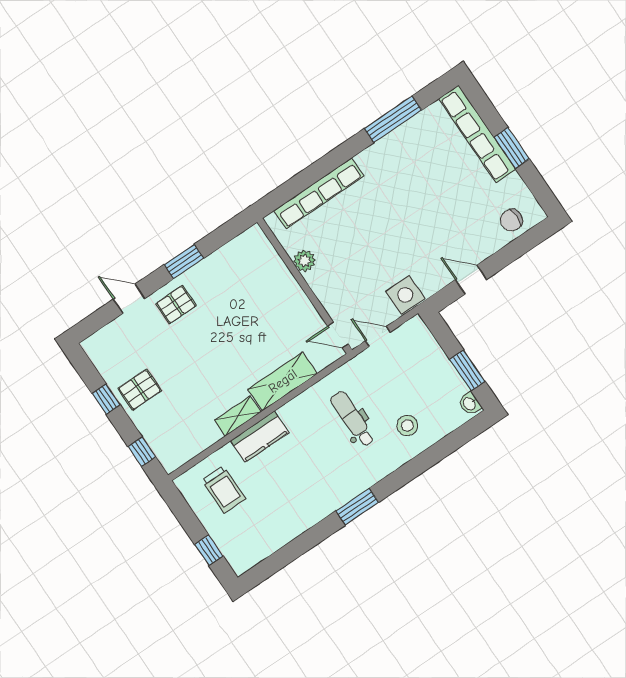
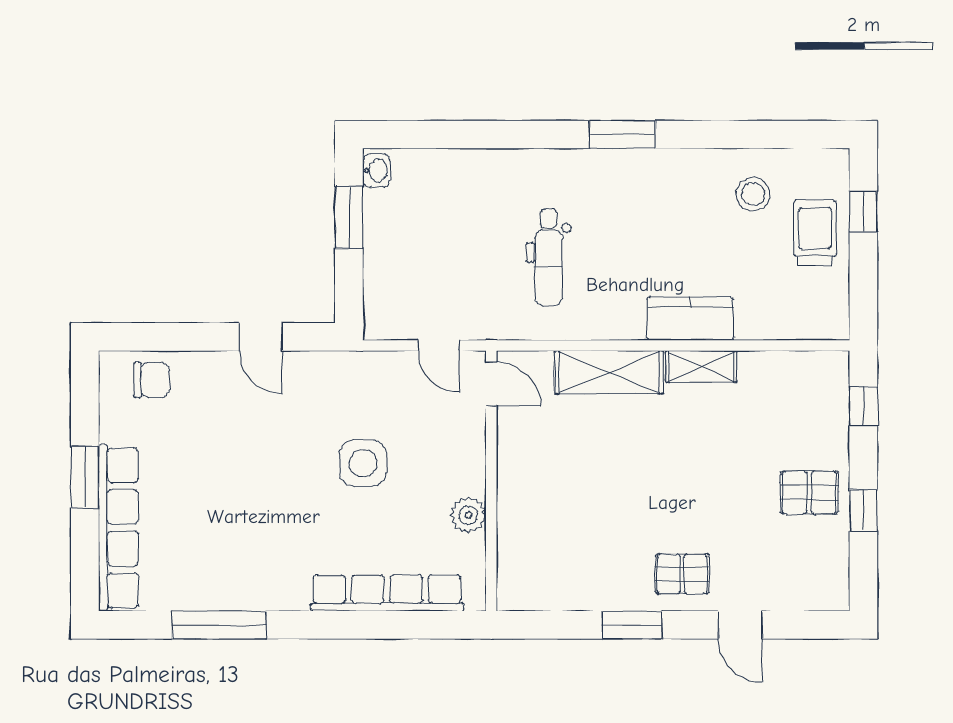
side table: (405, 295) -> (363, 463), moved
stool: (407, 425) -> (753, 194), moved
trolley: (224, 489) -> (815, 233), moved

